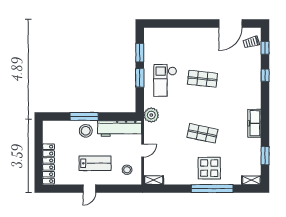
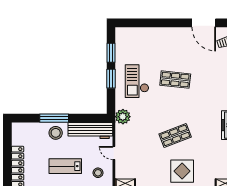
door: (230, 23) -> (204, 23), hinge flipped
shop shelf: (202, 133) -> (175, 135), turned -33
door: (143, 150) -> (114, 153), swing flipped
lab bench: (95, 163) -> (65, 166), turned 180

